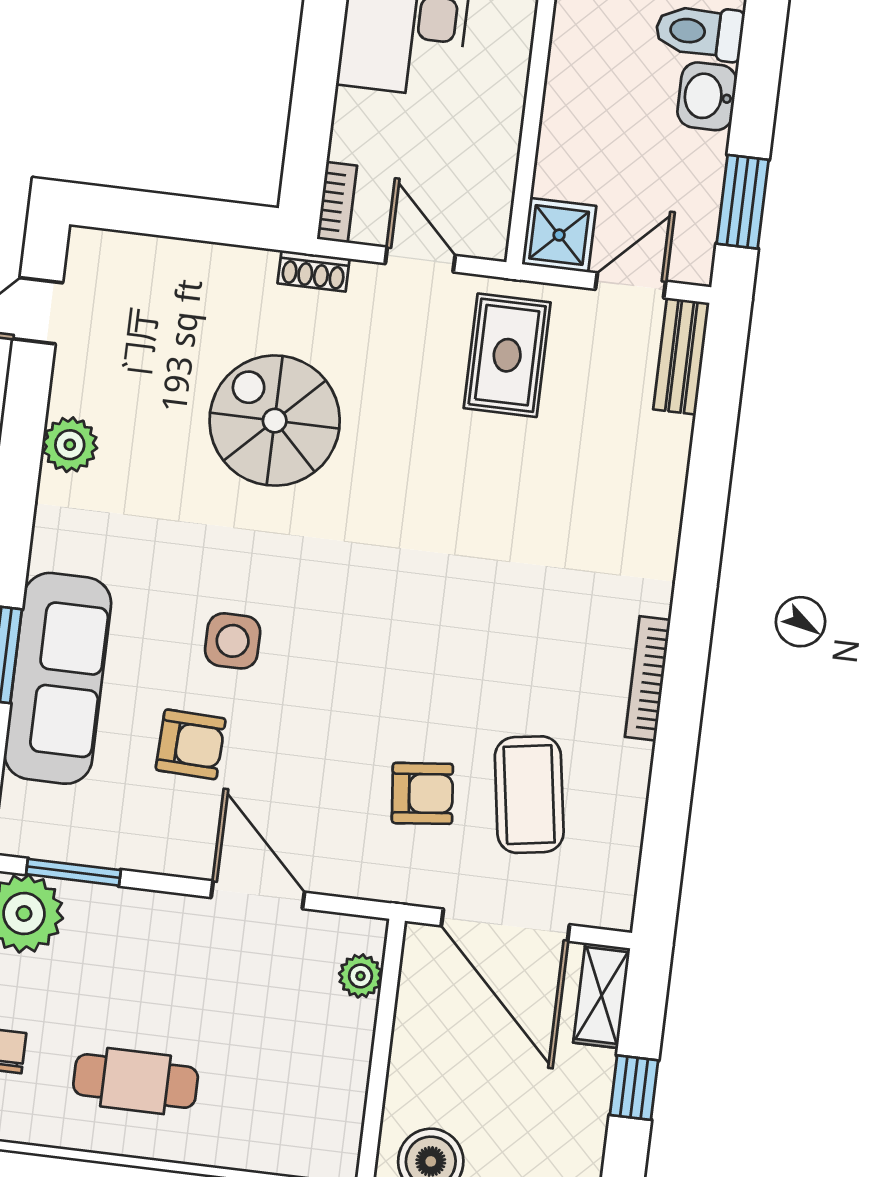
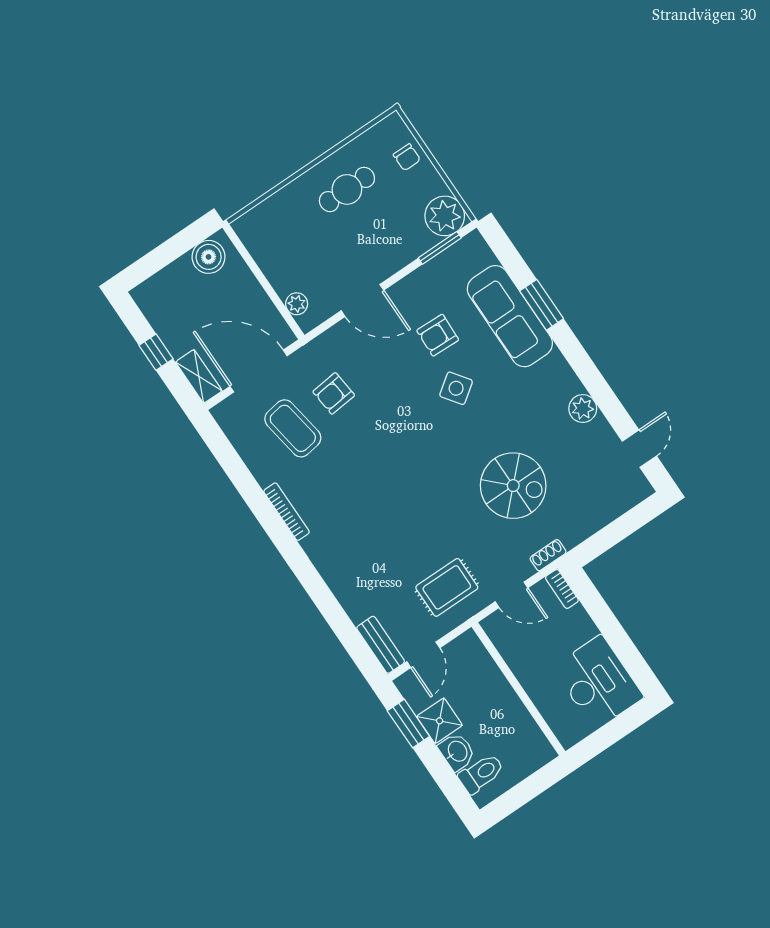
shower: (559, 235) -> (440, 721), moved
rug: (507, 355) -> (447, 587), turned 90
side table: (233, 641) -> (456, 388), turned -36

